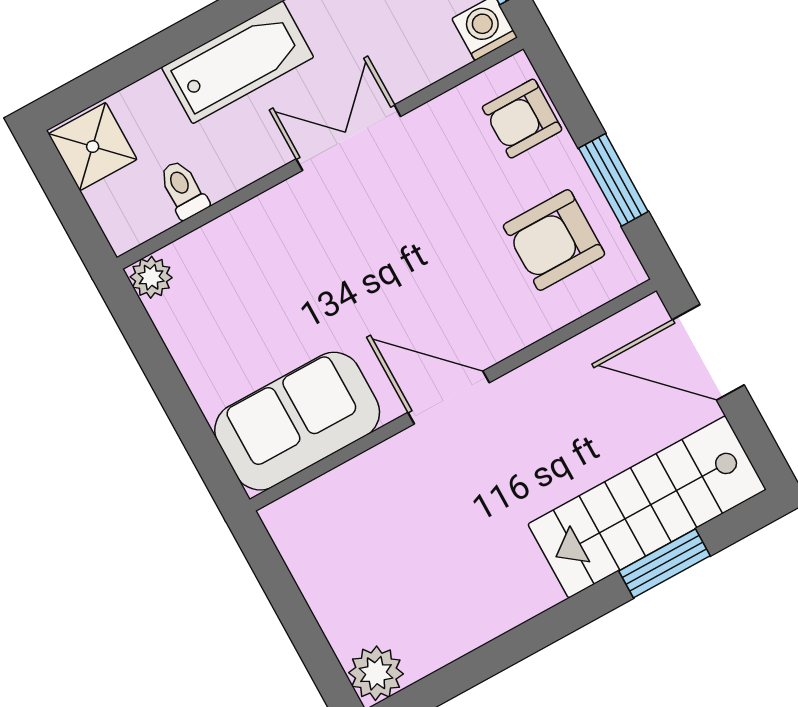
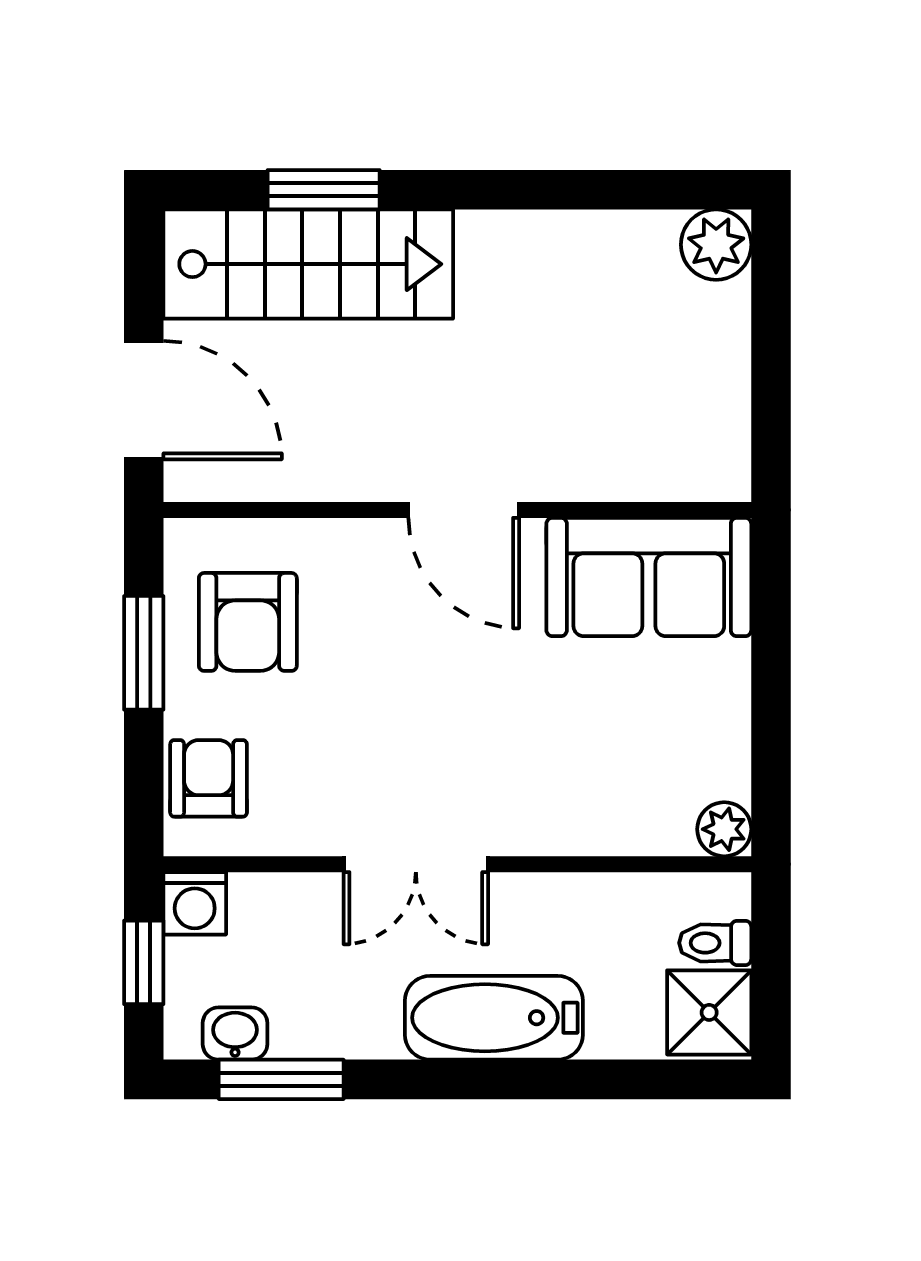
armchair: (522, 119) -> (209, 778), turned -90
toilet: (183, 190) -> (715, 943), moved, turned 90
armchair: (554, 240) -> (248, 622), turned 90

